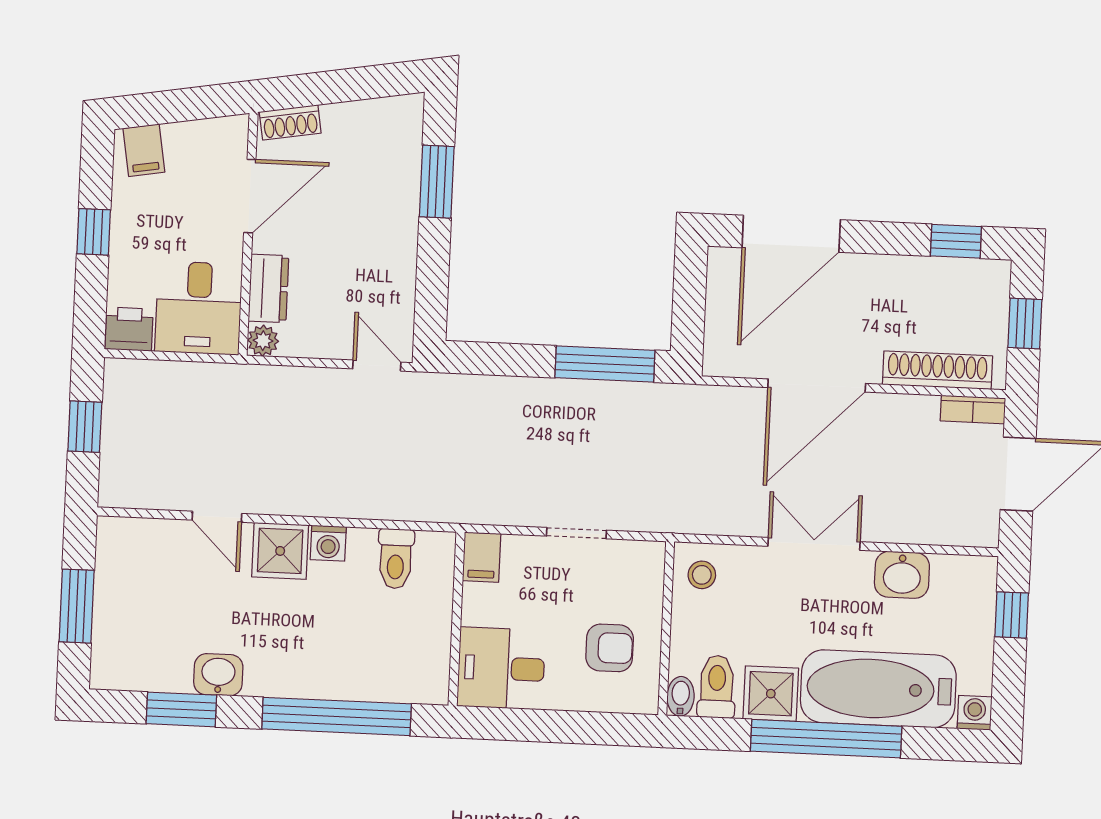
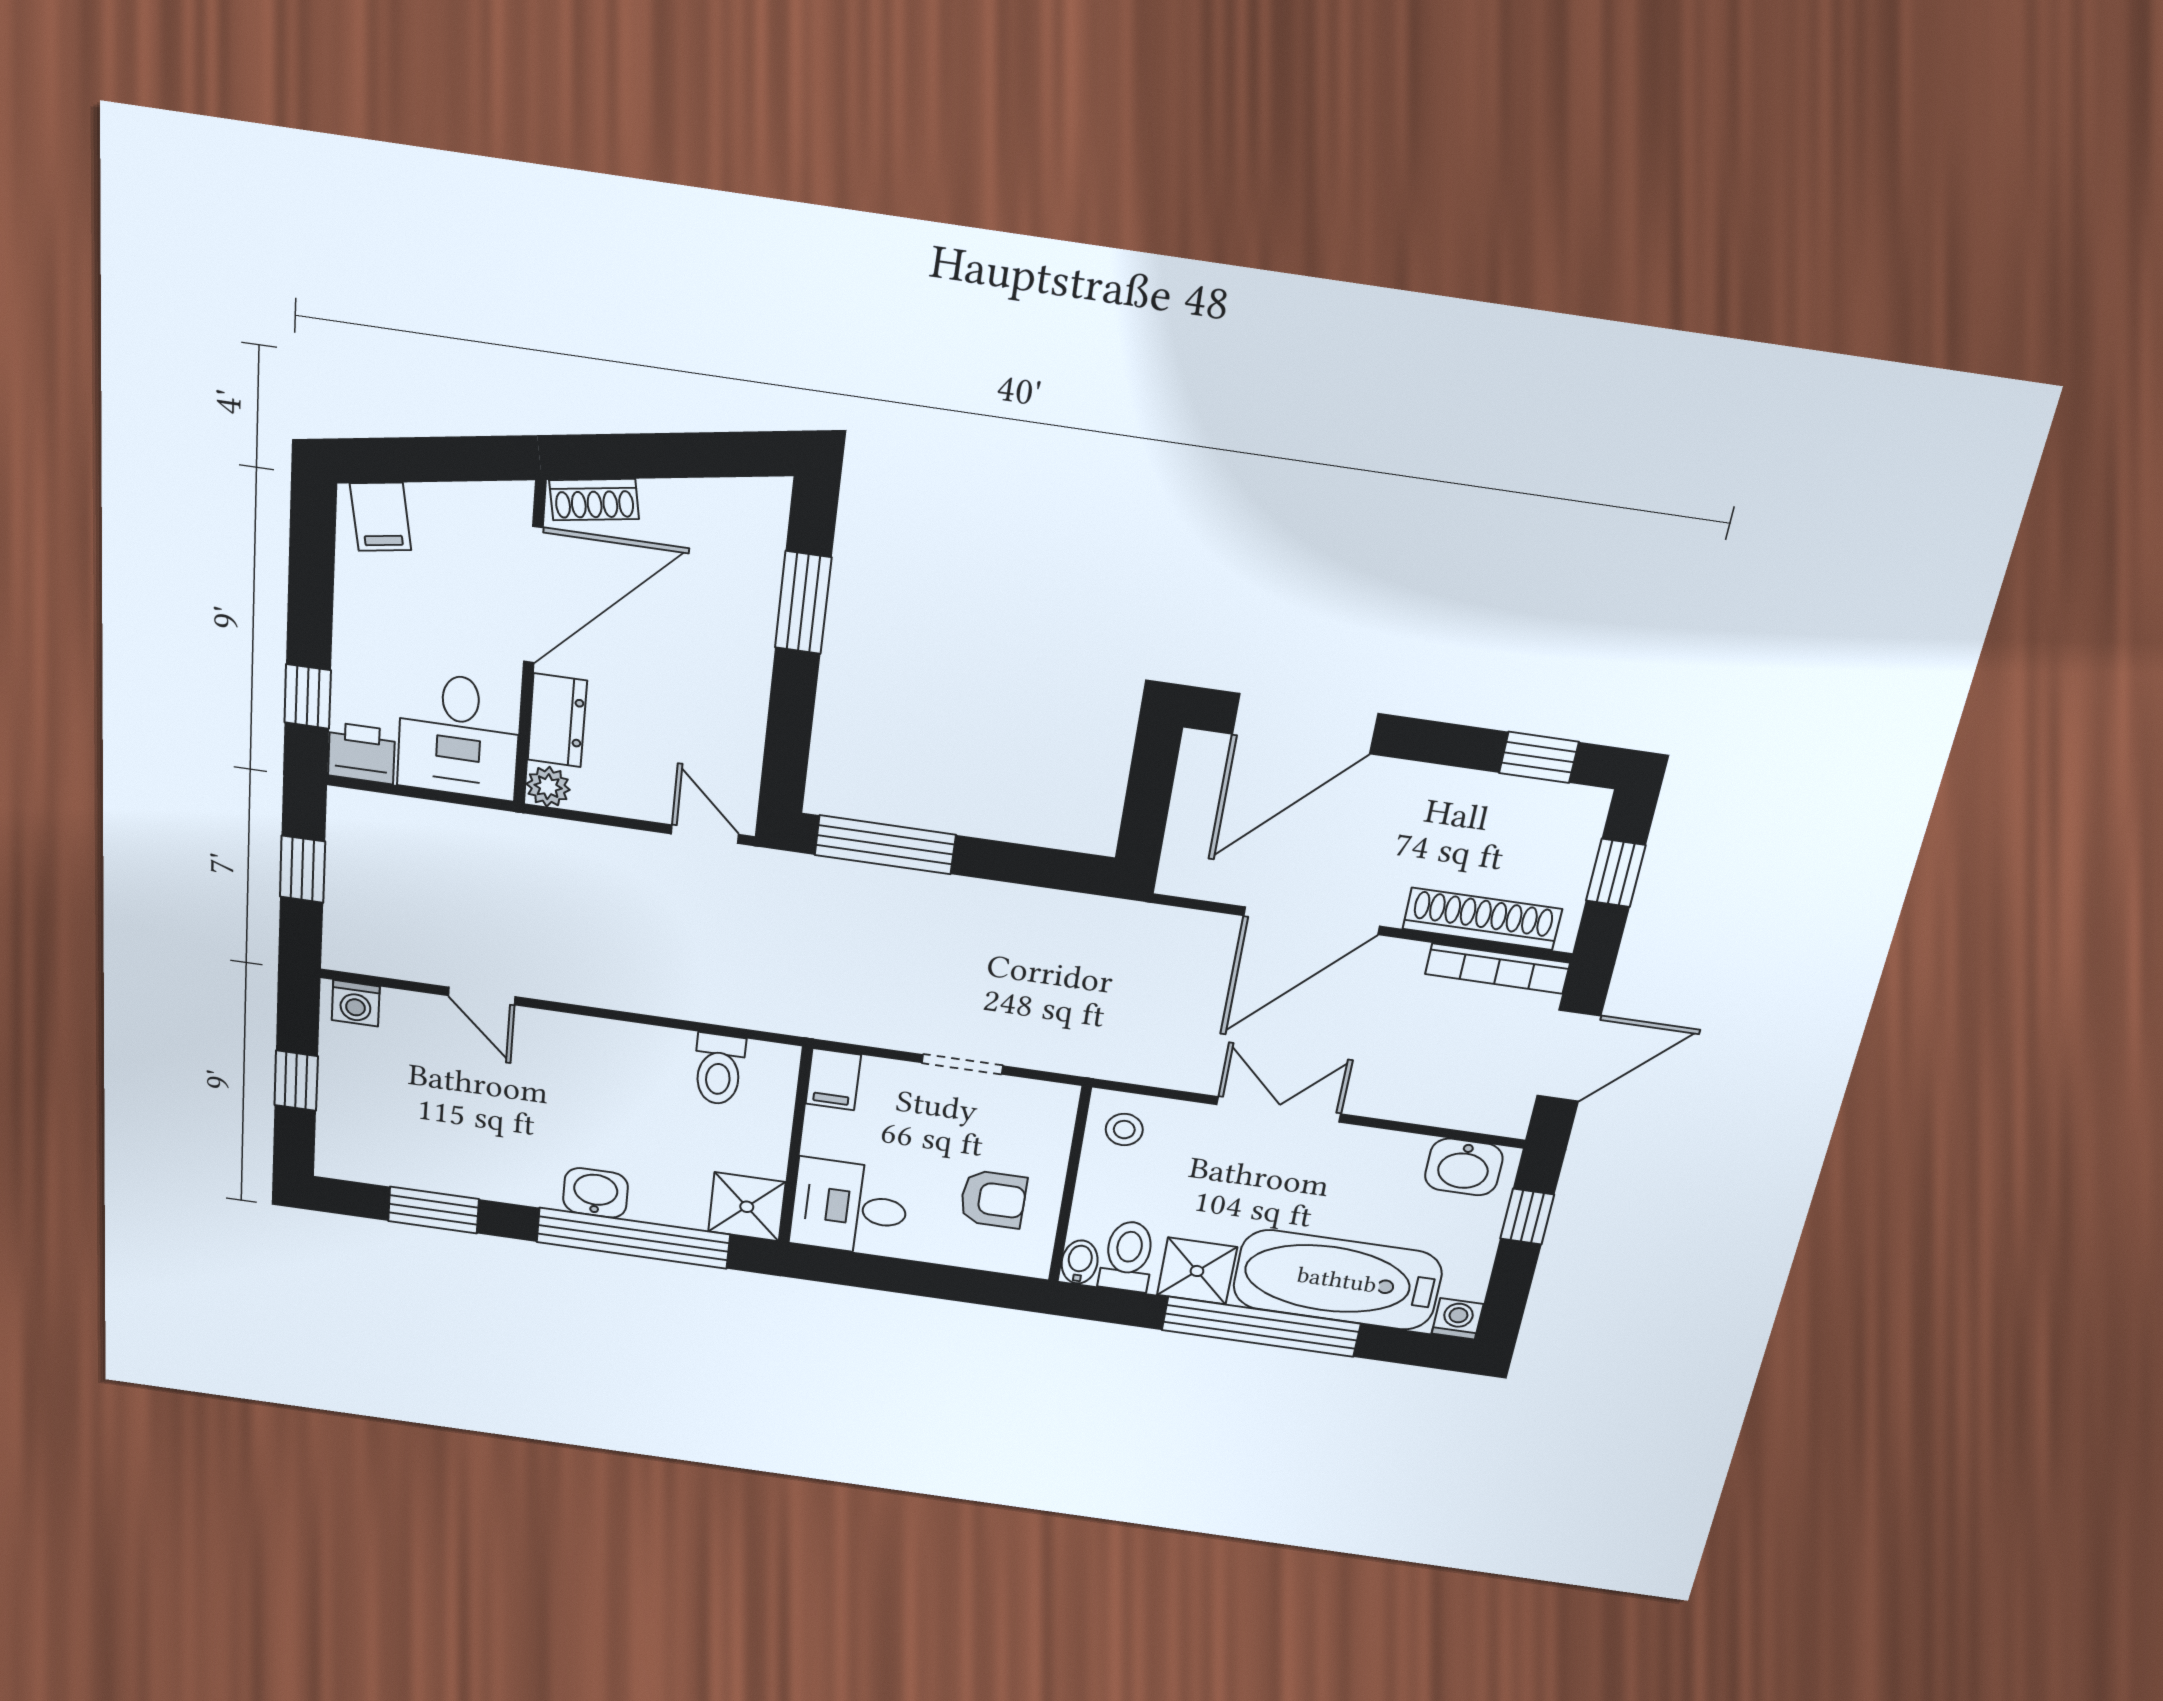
door: (250, 196) -> (533, 595), width x1.36
window: (94, 232) -> (308, 696), moved
window: (605, 364) -> (885, 845), moved
bookcase: (973, 409) -> (1498, 968), width x1.56
washing machine: (328, 543) -> (356, 1003), moved
shower: (280, 551) -> (747, 1207), moved
washbasin: (902, 575) -> (1464, 1167), moved
window: (77, 606) -> (296, 1081), width x0.67
washbasin: (218, 675) -> (595, 1193), moved

